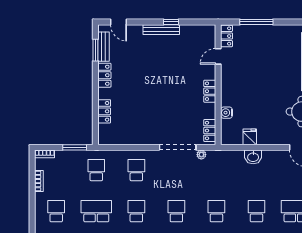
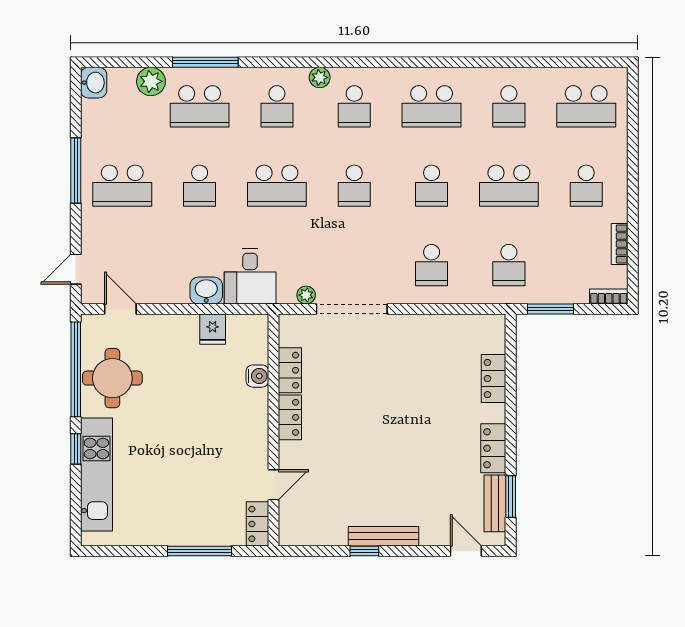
locker: (210, 131) -> (290, 370), moved
desk: (230, 164) -> (250, 276), added
school desk: (216, 211) -> (277, 186), width x1.85

